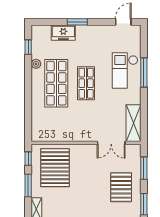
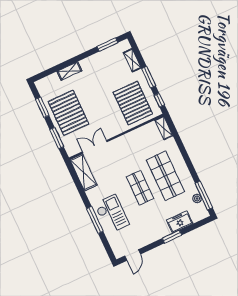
window: (28, 47) -> (204, 196), width x2.17
plant: (36, 64) -> (197, 199), moved
shelving: (36, 130) -> (164, 128), added
pallet: (121, 187) -> (68, 113), width x1.37, depth x1.41

